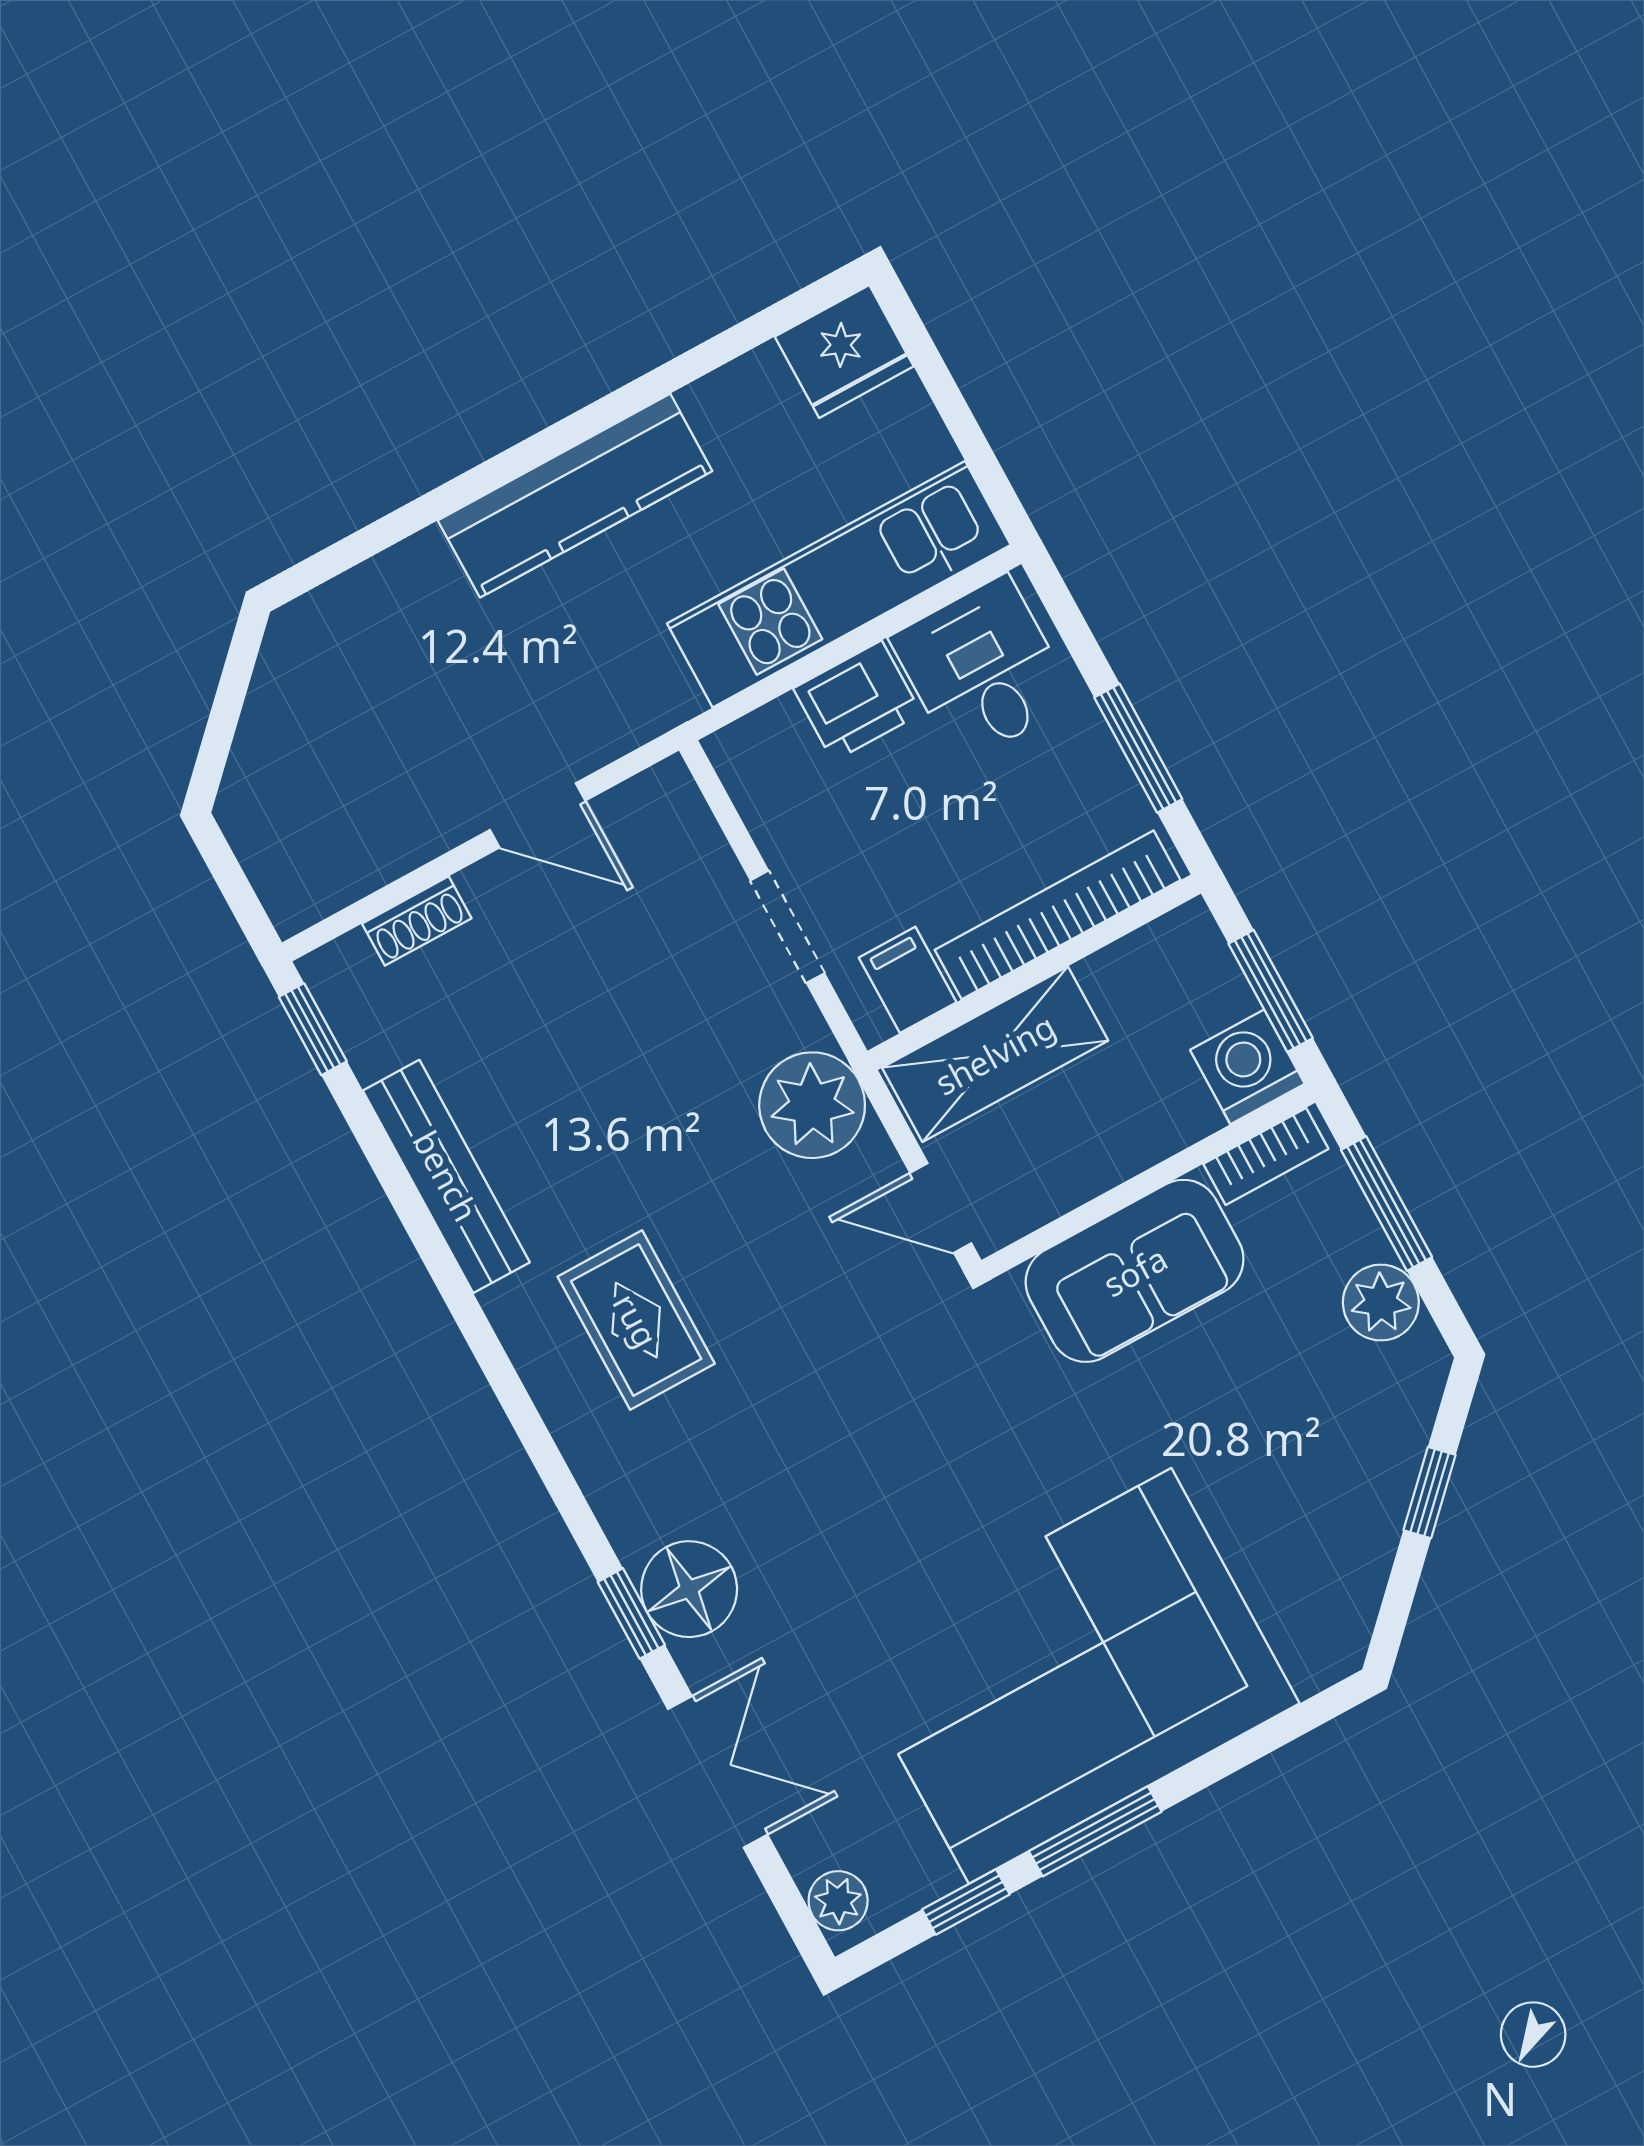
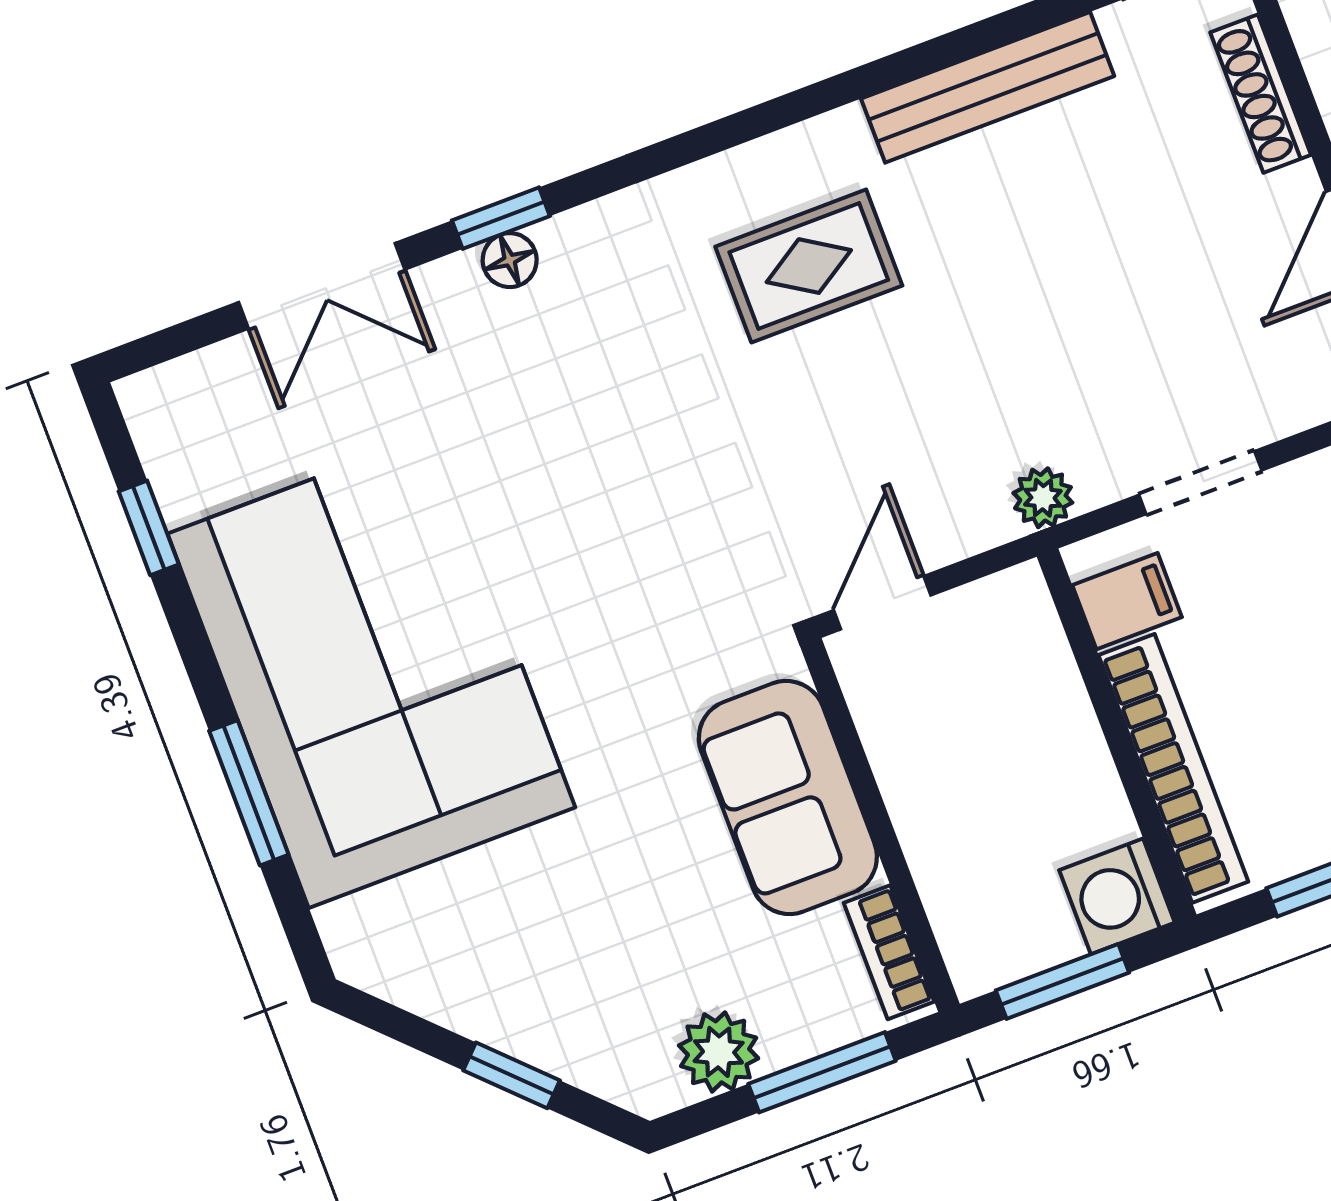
shoe rack: (417, 921) -> (1261, 94), width x1.43
shelving: (995, 1054) -> (1036, 682), removed
washing machine: (1247, 1067) -> (1117, 896), moved, turned 180
plant: (812, 1105) -> (1043, 498), width x0.53, depth x0.53
floor lamp: (689, 1589) -> (510, 260), width x0.53, depth x0.53
window: (1095, 1831) -> (249, 793), moved
plant: (838, 1901) -> (169, 394), removed

